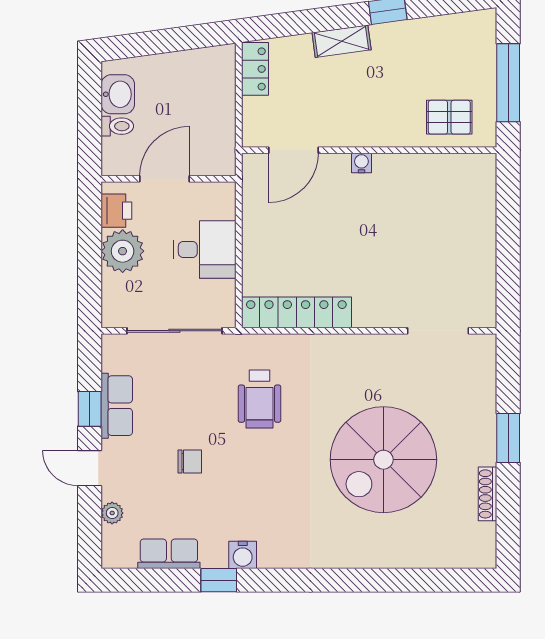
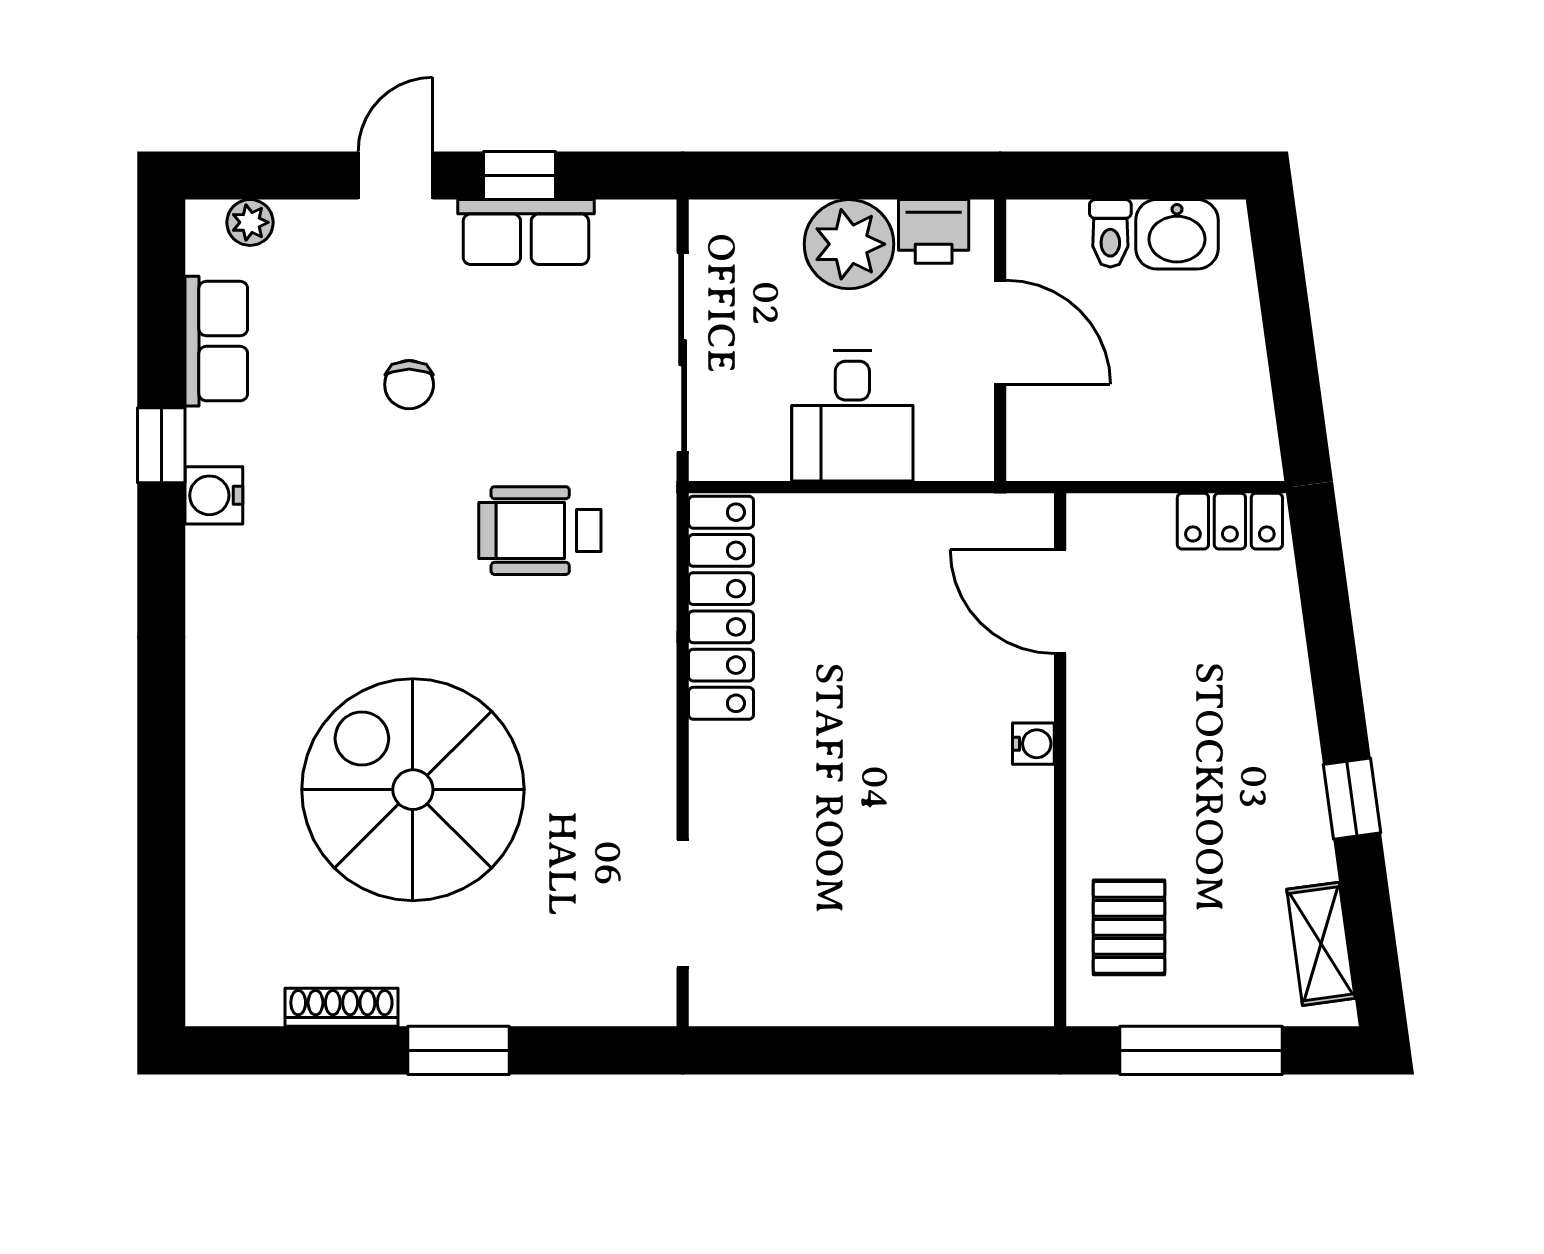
shelving: (342, 41) -> (1321, 944), moved
plant: (112, 513) -> (250, 222), moved

